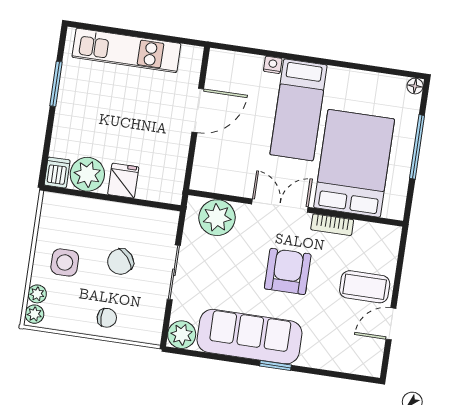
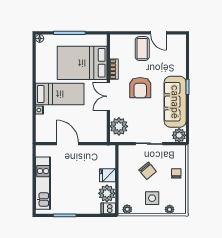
armchair: (288, 271) -> (140, 88), turned -90
plant: (34, 314) -> (127, 209), moved

